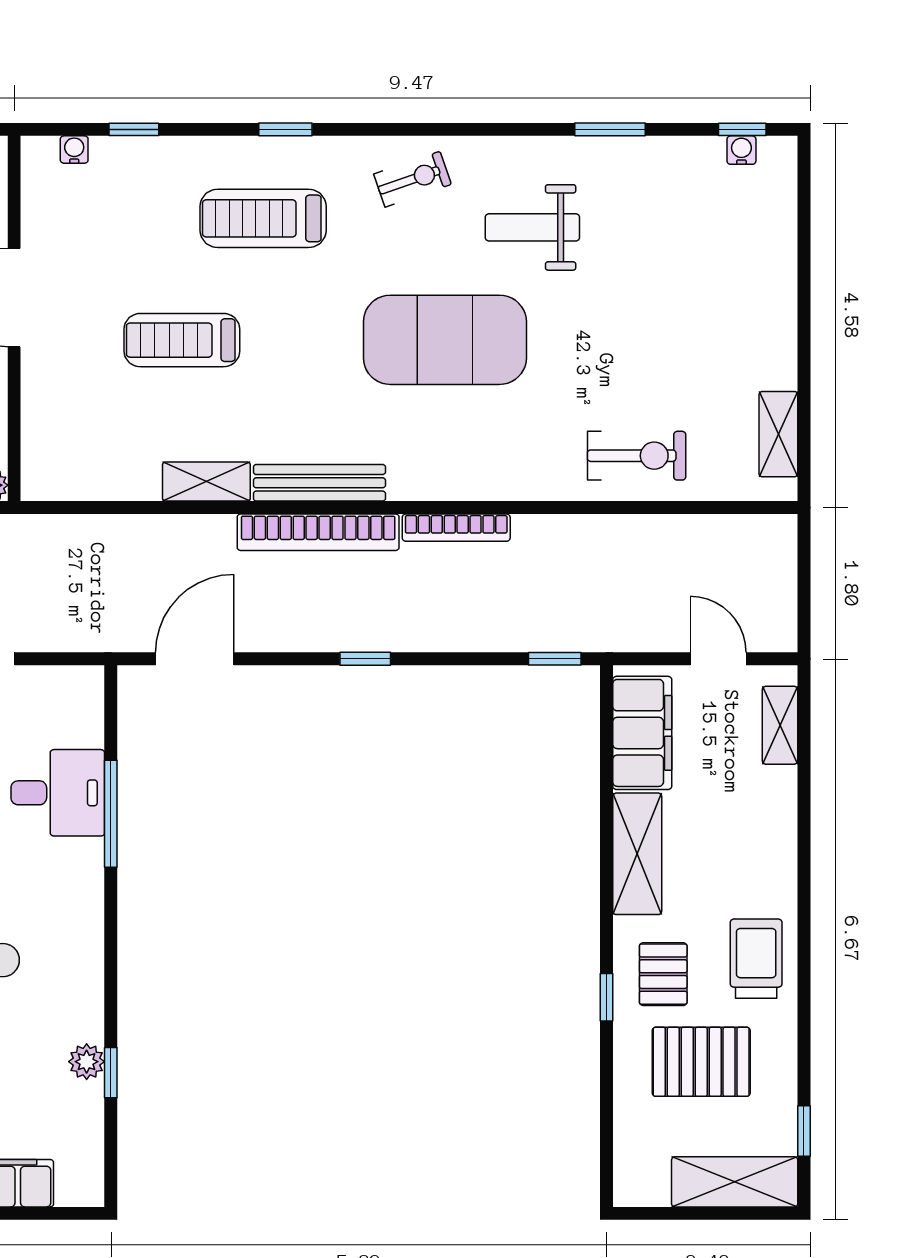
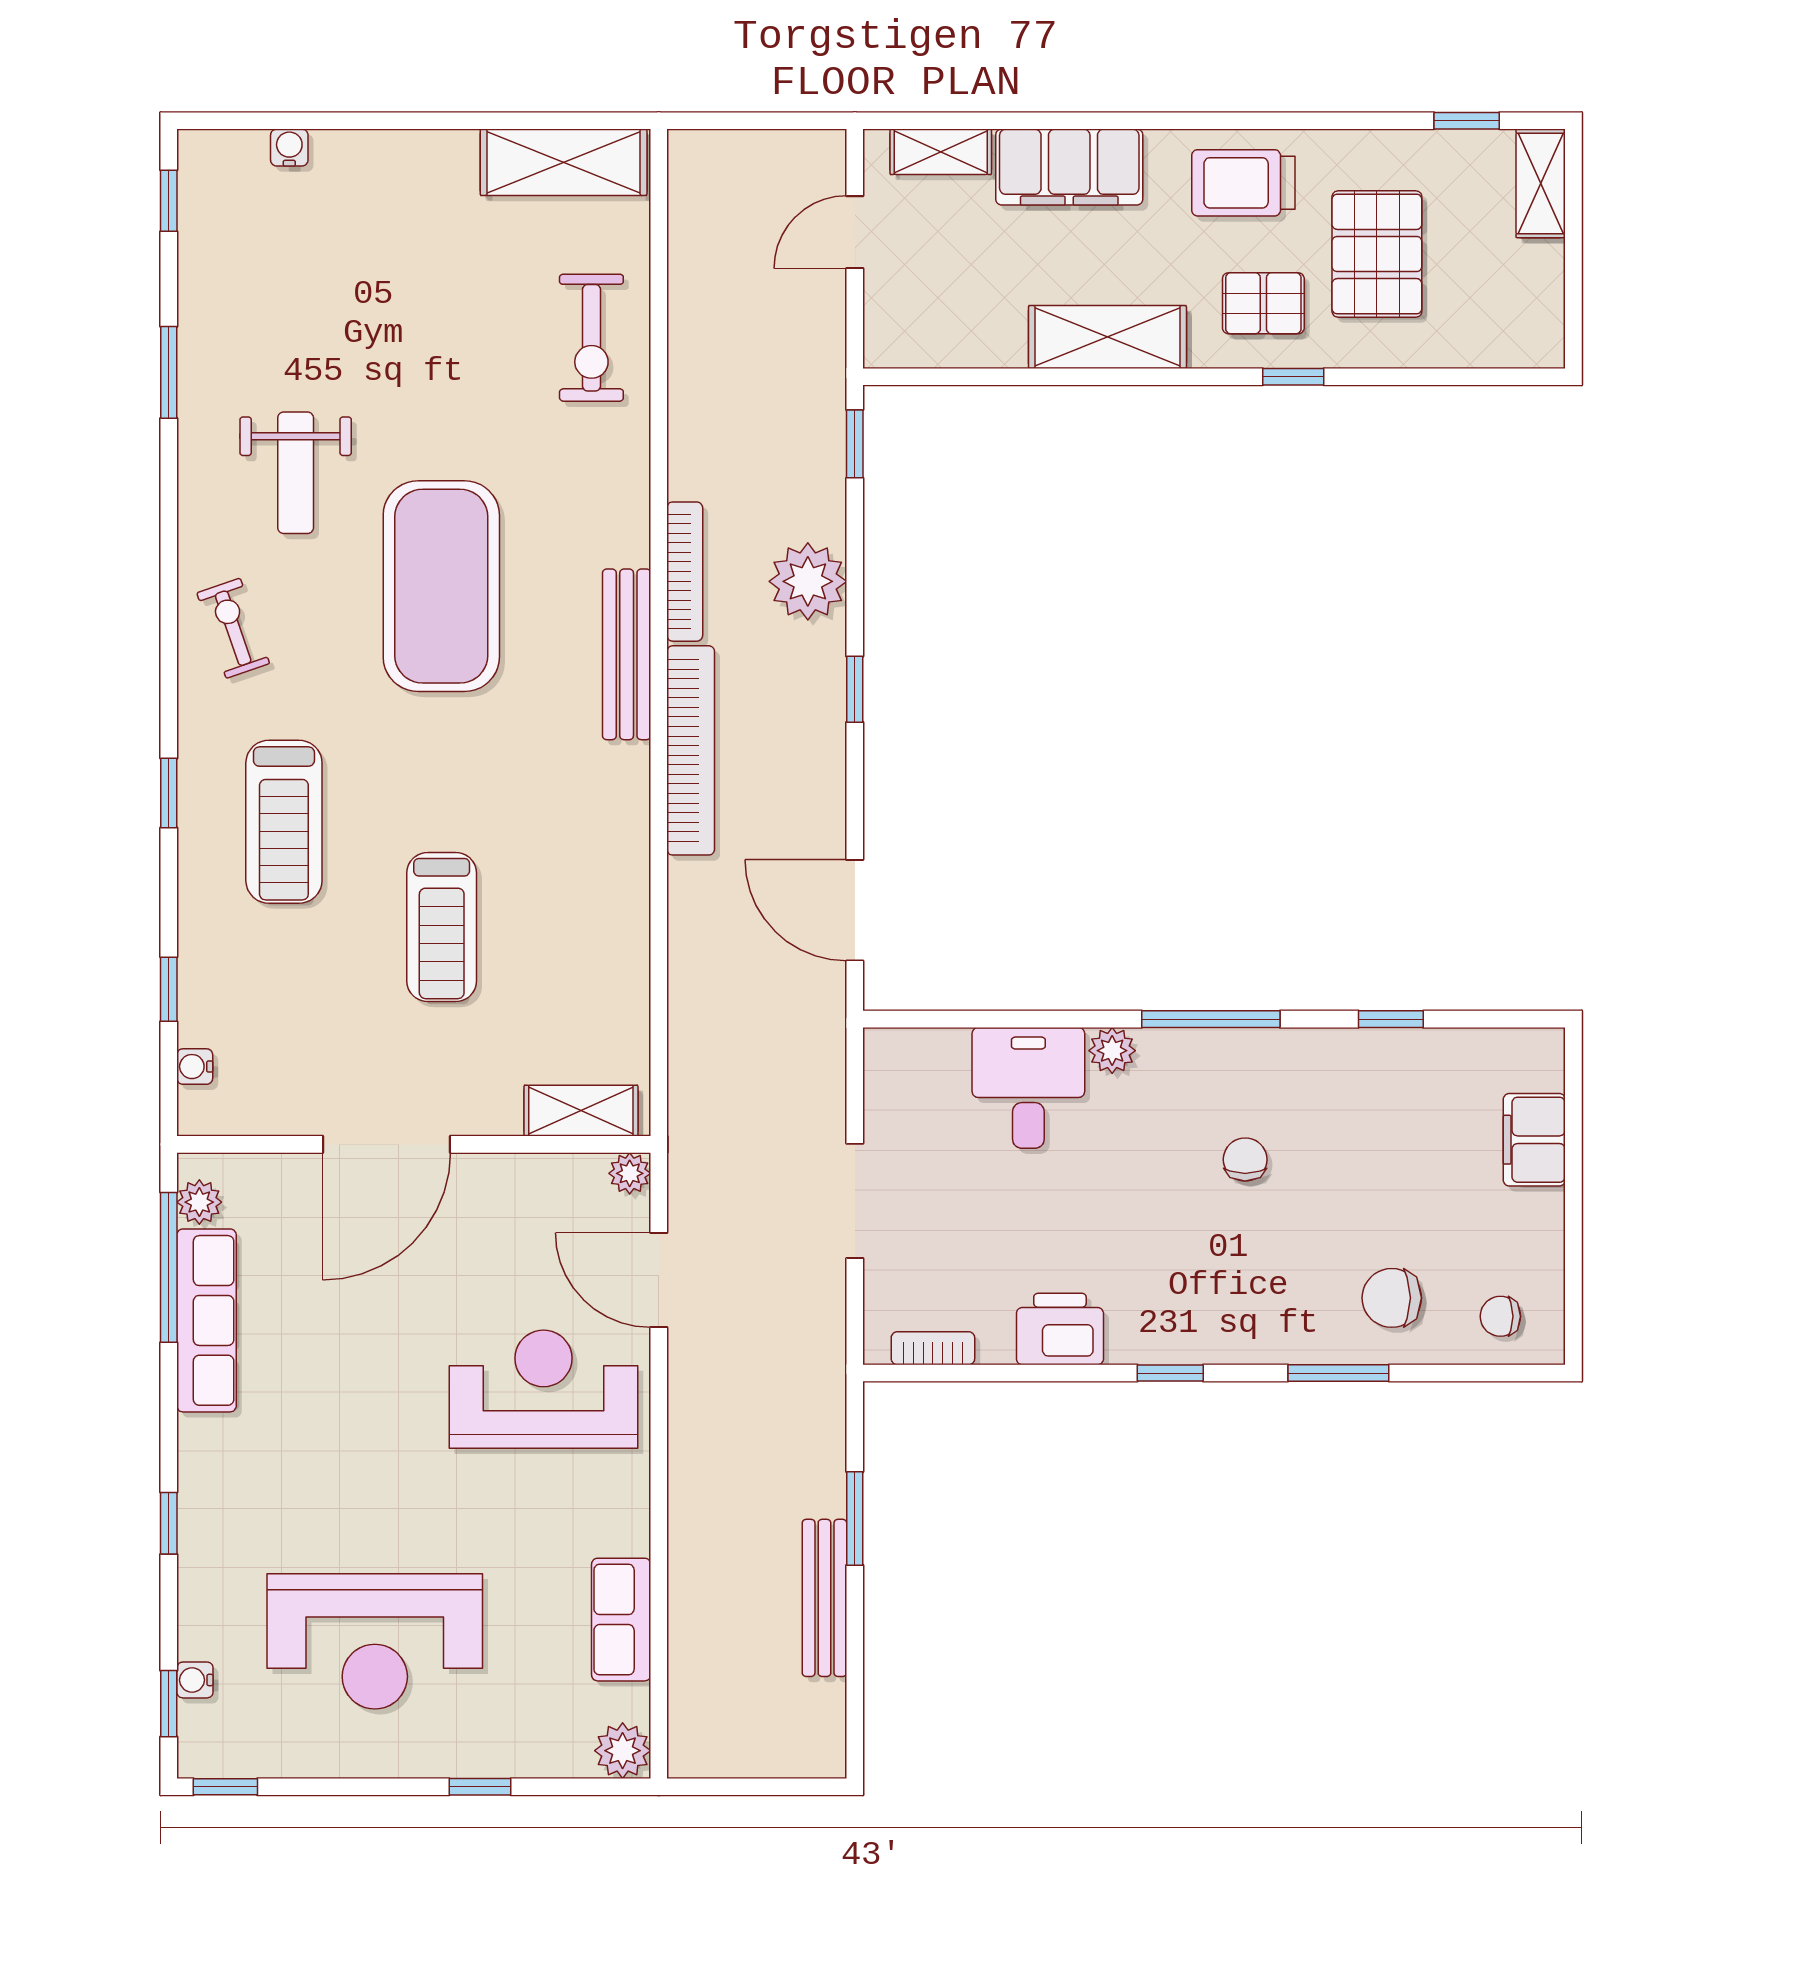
water cooler: (741, 150) -> (289, 148), moved, turned 90
shelving: (778, 434) -> (564, 162), width x1.50, depth x1.33
exercise bike: (637, 456) -> (591, 338), turned 180
shelving: (206, 482) -> (581, 1111), moved, turned 90
bench: (319, 483) -> (627, 654), moved
plant: (449, 623) -> (808, 581), added
filing cabinet: (642, 733) -> (1069, 167), moved, turned 180
window: (111, 814) -> (1211, 1019), moved
plant: (87, 1062) -> (1112, 1051), moved
shelving: (735, 1182) -> (1541, 183), width x0.67, depth x0.75

